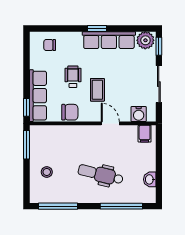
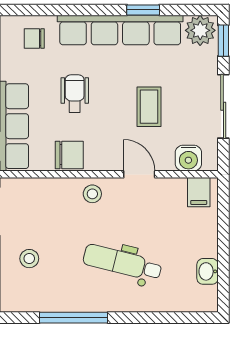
window: (97, 29) -> (143, 10), moved
row of seats: (109, 40) -> (120, 30), width x1.36
coffee table: (97, 90) -> (149, 107), moved
stool: (83, 135) -> (92, 194), added
window: (58, 206) -> (73, 318), moved
window: (121, 206) -> (159, 318), removed

